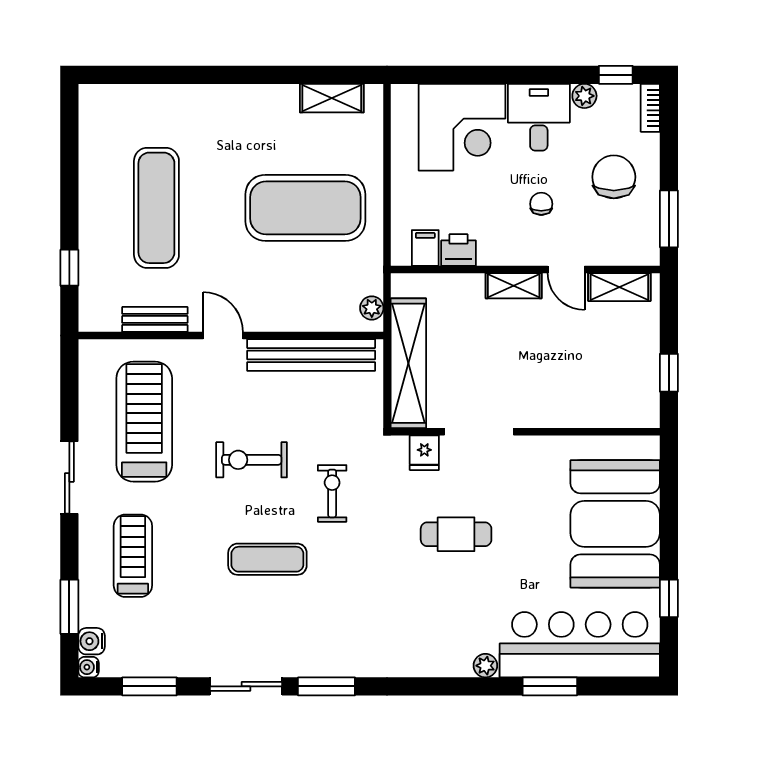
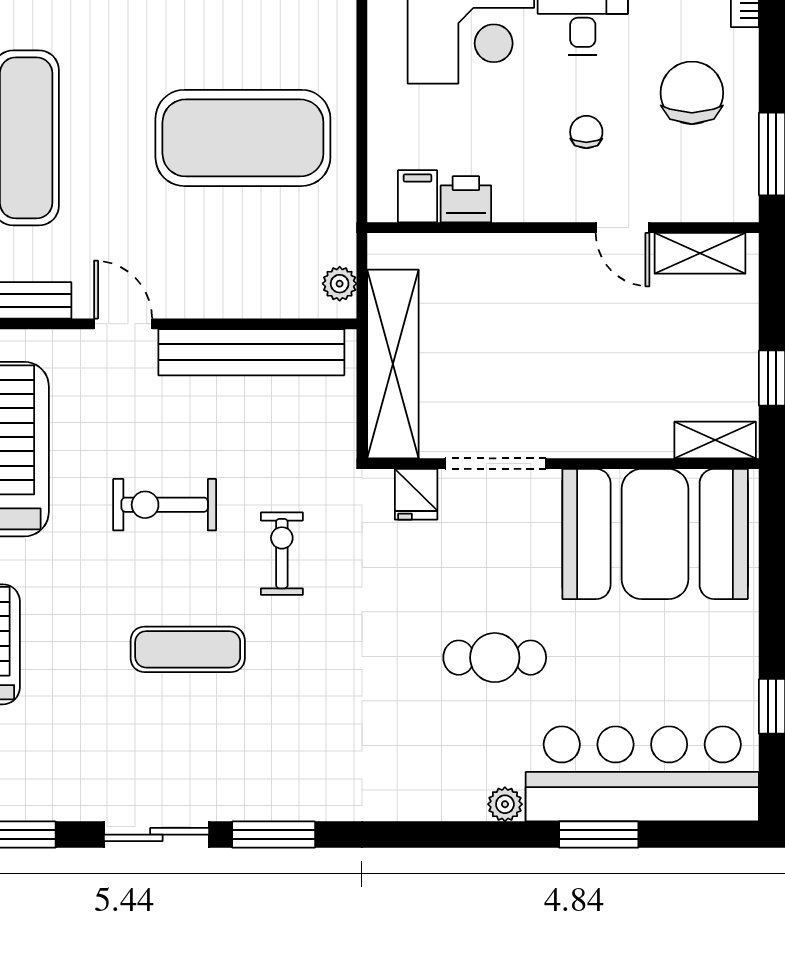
shelving: (514, 286) -> (715, 440), moved
booth: (615, 524) -> (655, 534), moved, turned 90
cafe table: (456, 534) -> (495, 658), moved

